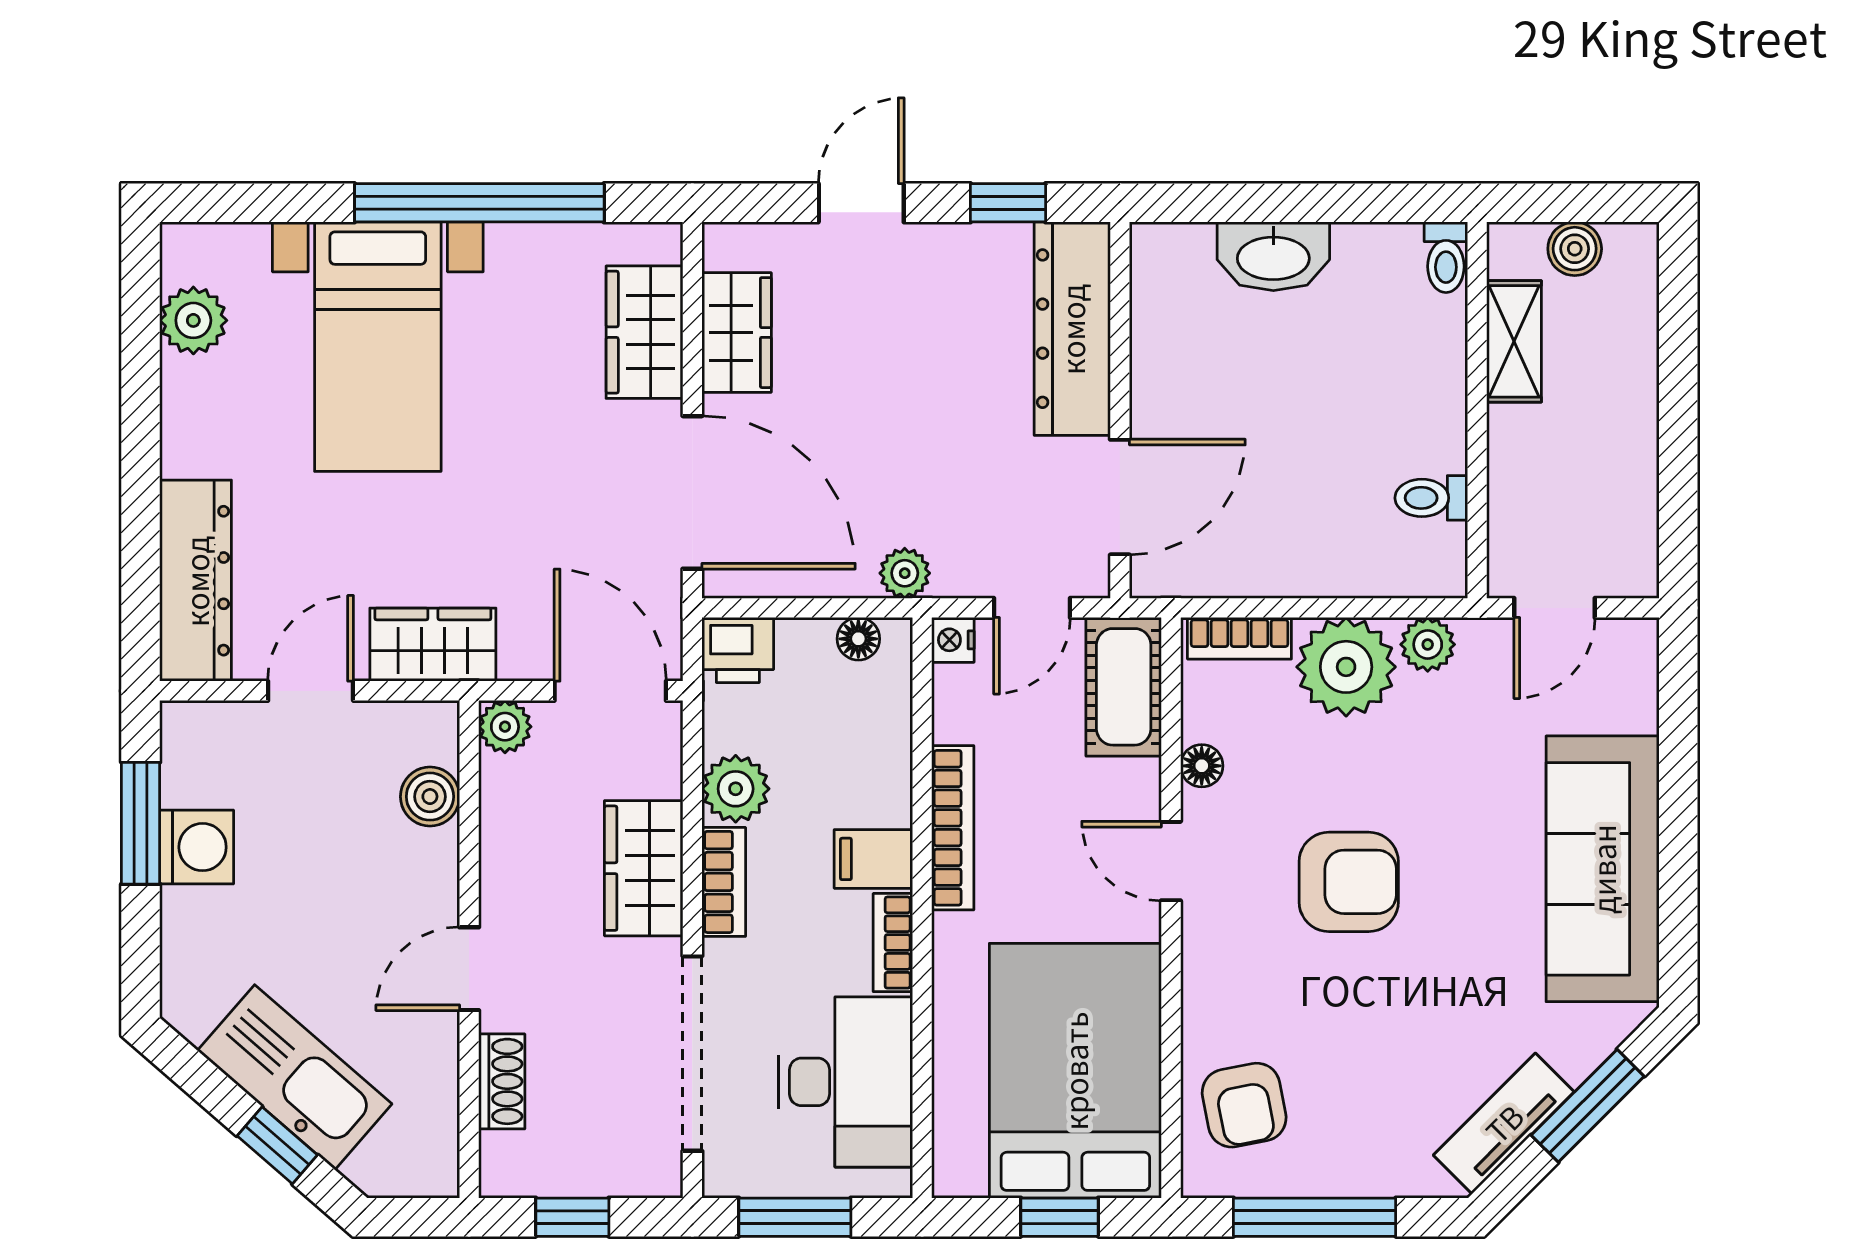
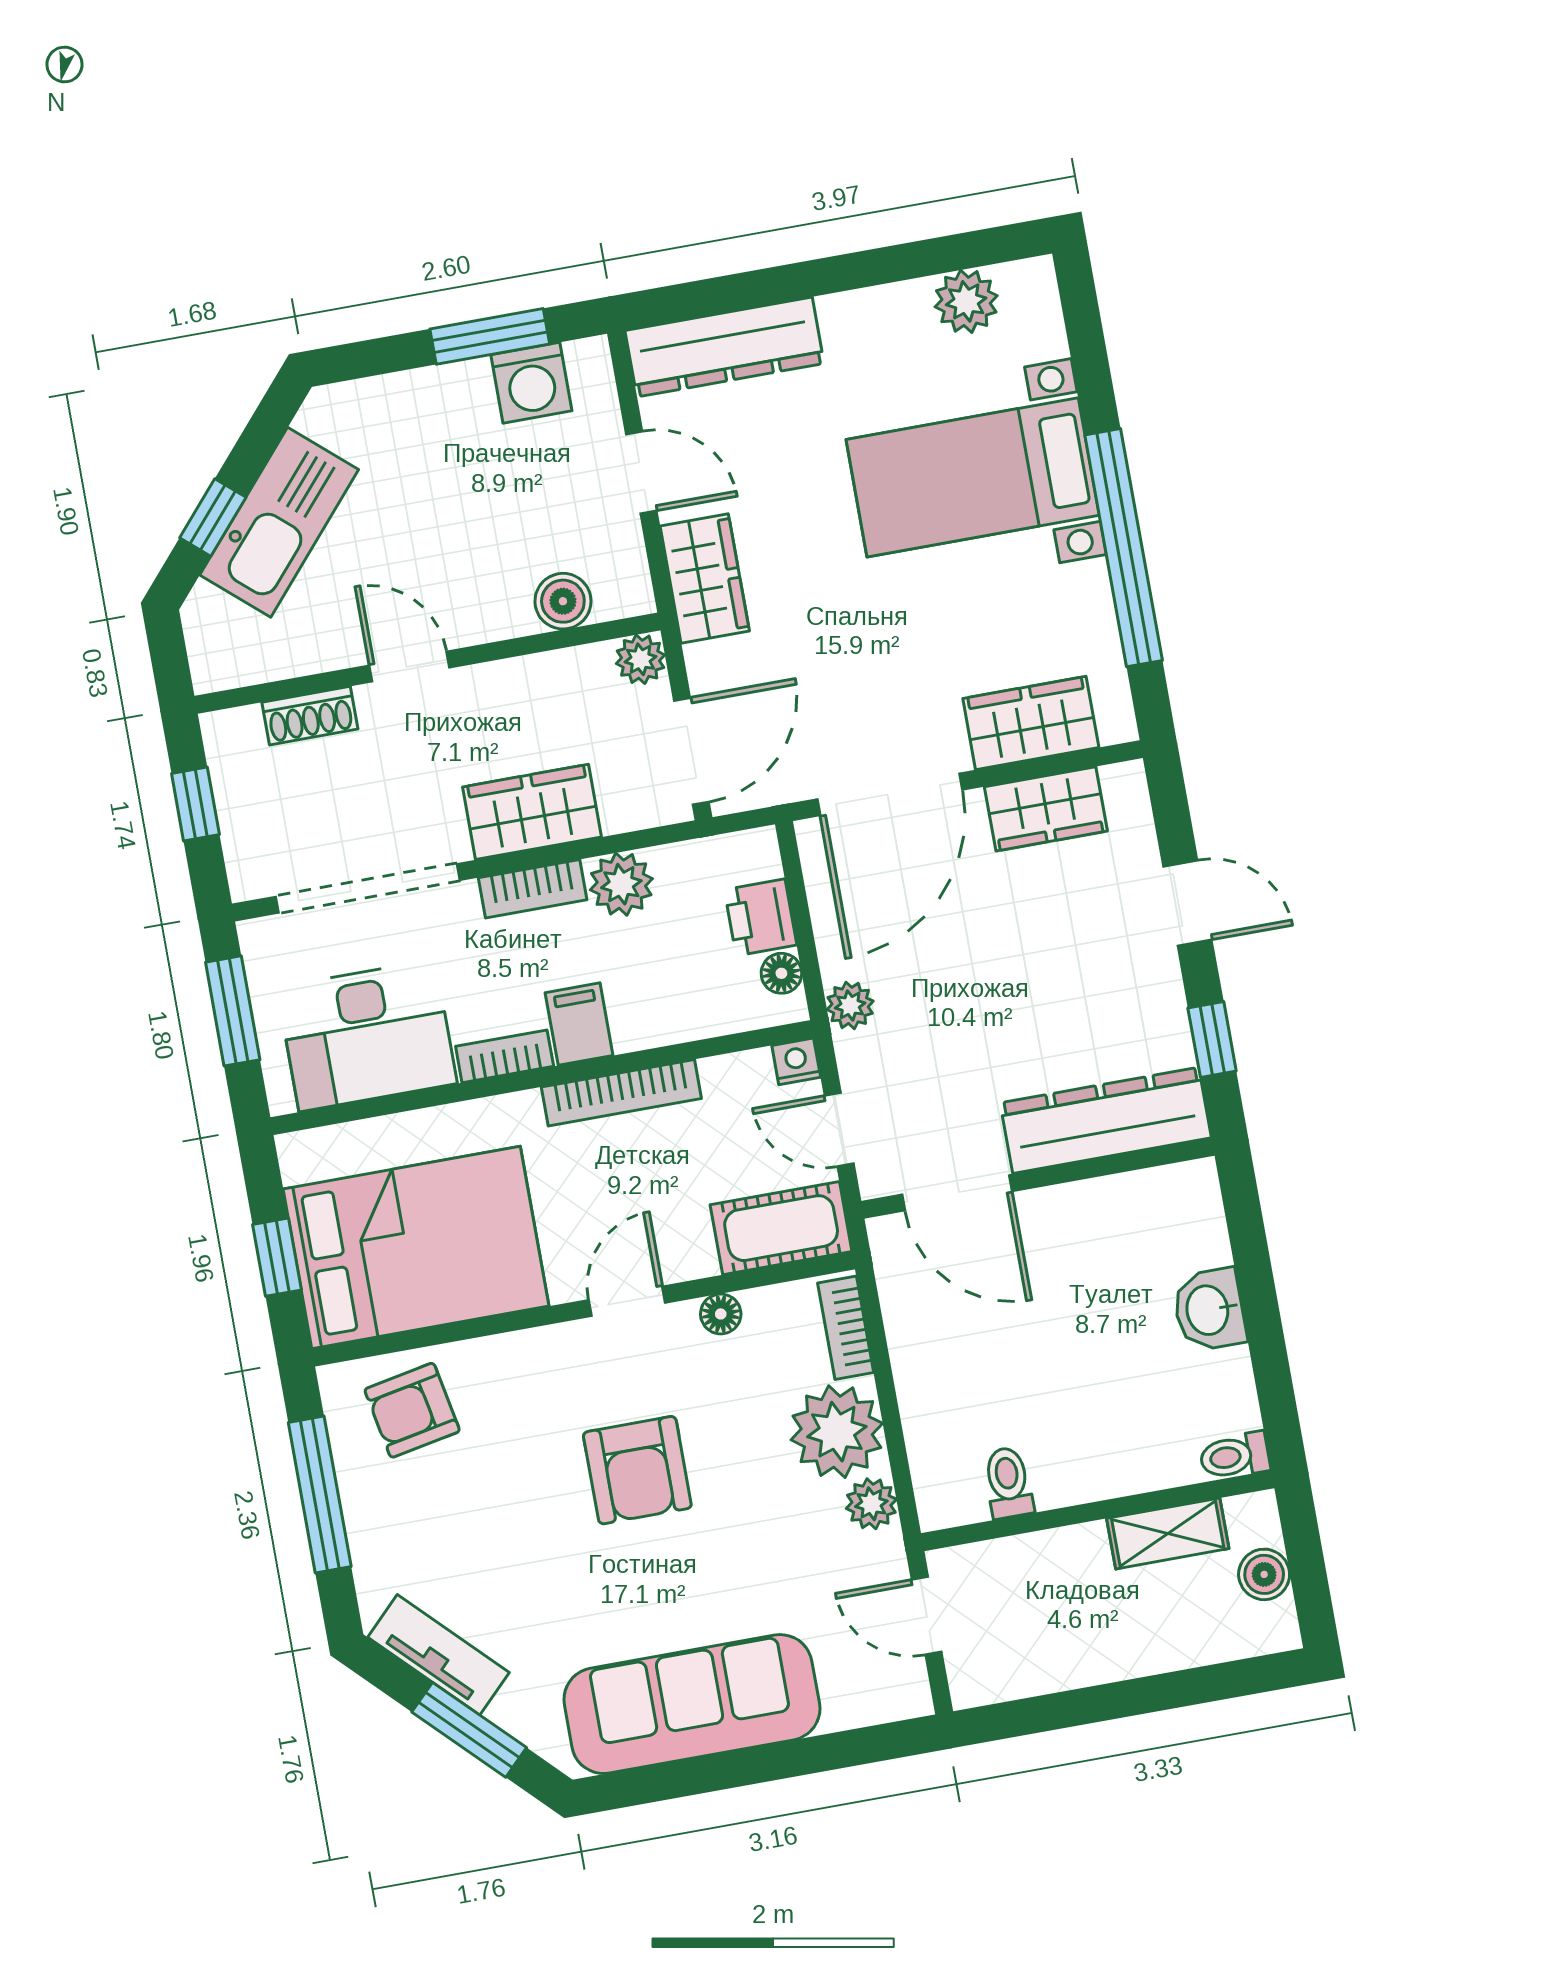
washbasin: (1273, 256) -> (1209, 1310), width x0.72
printer: (738, 650) -> (761, 917), moved
washing machine: (197, 847) -> (531, 383), moved

